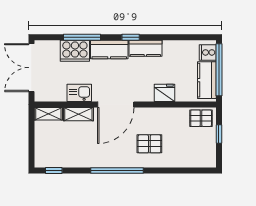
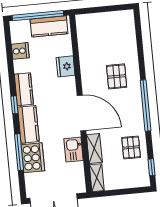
cooker: (208, 52) -> (20, 51), moved, turned -90
pallet: (201, 118) -> (131, 147), moved
window: (219, 134) -> (101, 10), removed

